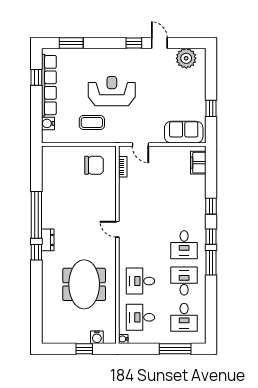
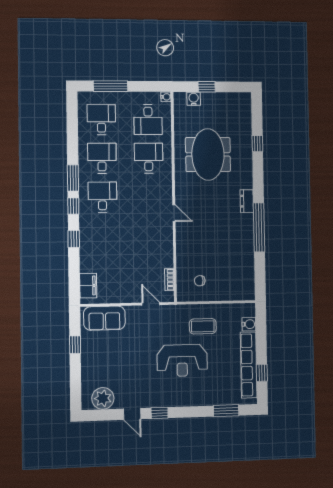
chair: (94, 165) -> (200, 281), width x0.54, depth x0.54
window: (36, 252) -> (257, 144), moved
desk: (140, 281) -> (149, 158), turned -90
desk: (184, 281) -> (102, 158), turned 180
desk: (140, 317) -> (148, 120), turned 90

